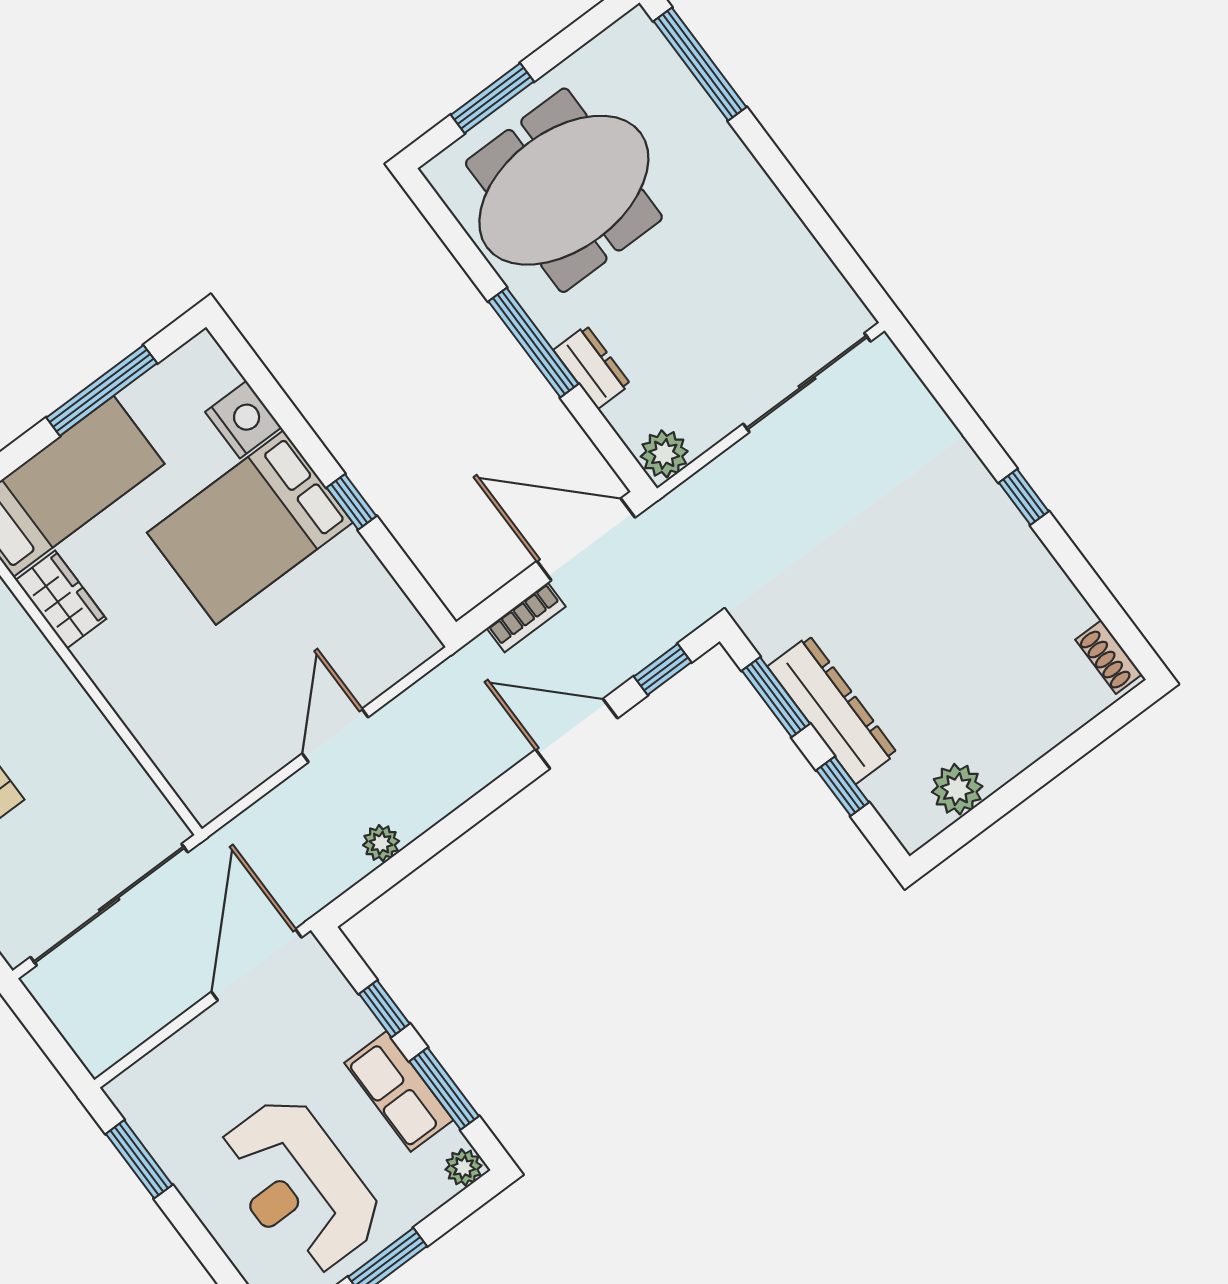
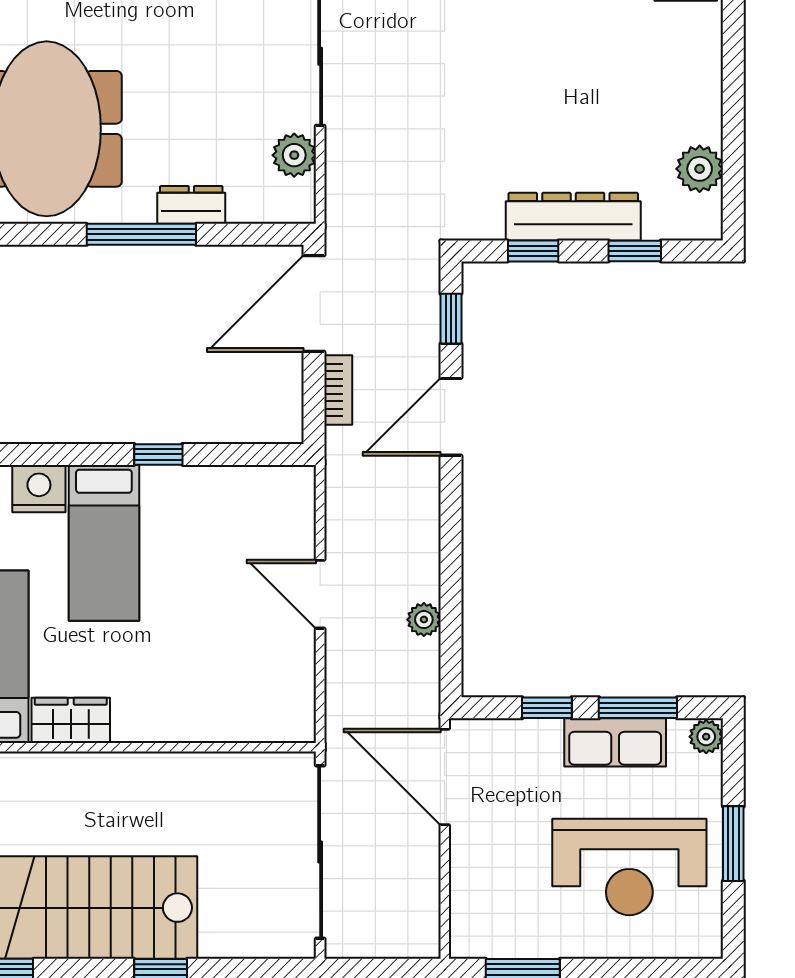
plant: (664, 454) -> (294, 155), moved
bed: (250, 528) -> (104, 543), width x0.67
window: (776, 697) -> (533, 251), width x0.67

